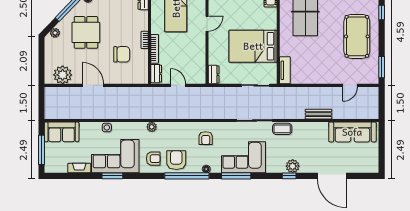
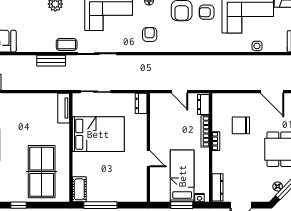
door: (207, 24) -> (148, 159), swing flipped
bench: (318, 114) -> (51, 61), moved
plant: (152, 127) -> (208, 47), removed

